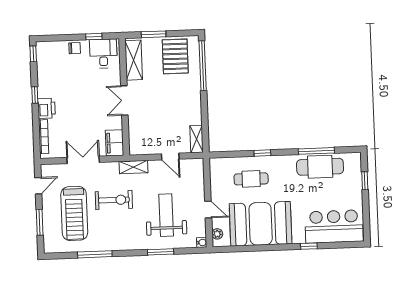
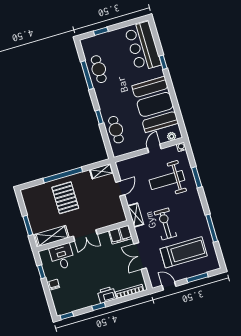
desk: (103, 53) -> (62, 257), moved, turned 90
pallet: (175, 56) -> (65, 198), moved, turned 90
window: (203, 66) -> (63, 175), moved
cafe table: (320, 167) -> (99, 69), width x0.73, depth x0.74
cafe table: (251, 179) -> (116, 130), moved

